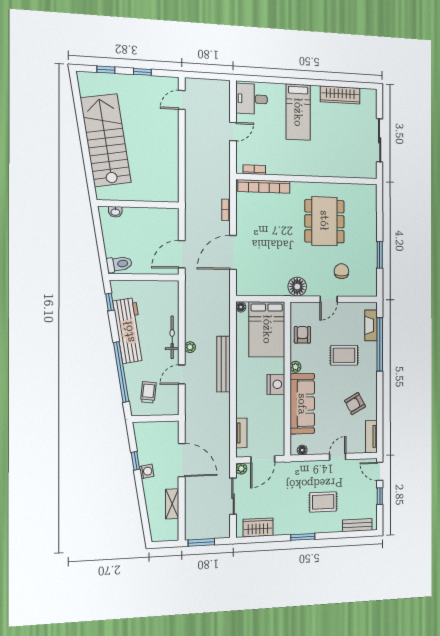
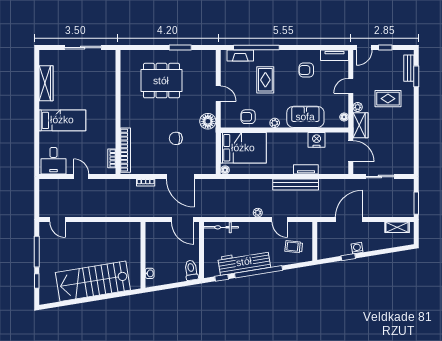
window: (142, 72) -> (37, 252), width x2.17
dining table: (324, 221) -> (161, 81), moved
chair: (341, 271) -> (176, 138), moved
bicycle: (172, 337) -> (221, 227), moved
bench: (224, 364) -> (296, 185), moved
window: (121, 372) -> (259, 272), moved
nightstand: (276, 384) -> (317, 140), moved
sofa: (302, 404) -> (305, 117), width x0.73
armchair: (355, 404) -> (306, 70), turned 119
tv unit: (241, 433) -> (306, 169), moved
door: (338, 457) -> (351, 86), hinge flipped
plant: (241, 469) -> (358, 107), moved
rug: (323, 502) -> (388, 99), turned 90
shelving: (172, 504) -> (397, 227), moved
wardrobe: (258, 527) -> (360, 125), moved, turned 180
window: (303, 537) -> (416, 76), moved

